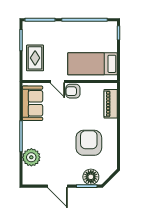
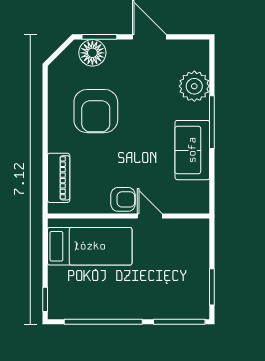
rug: (35, 58) -> (188, 256), removed
sofa: (32, 103) -> (192, 150), moved

